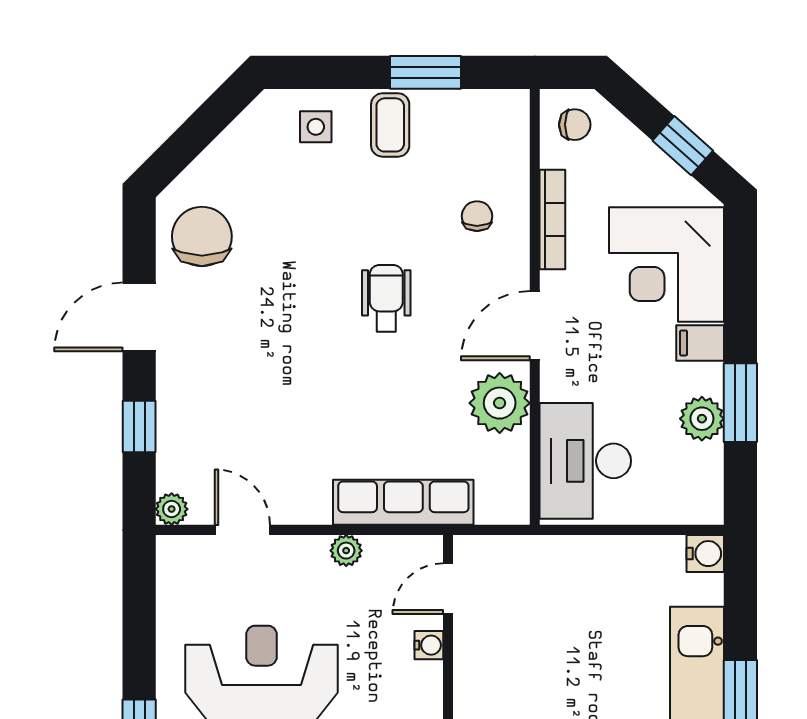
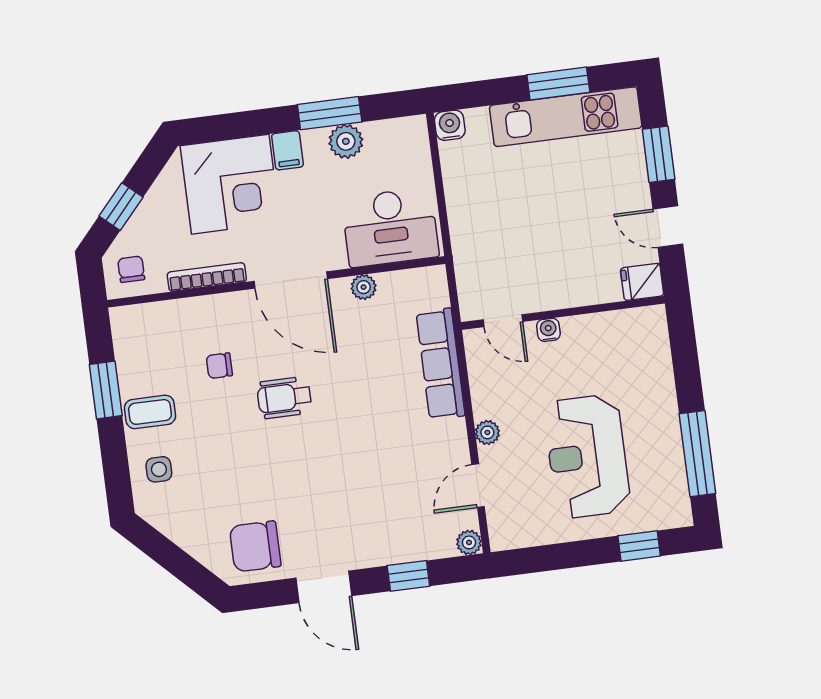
window: (683, 146) -> (121, 207), moved
chair: (477, 216) -> (219, 366), moved
door: (535, 326) -> (291, 280), width x1.36
plant: (500, 403) -> (364, 287), width x0.53, depth x0.53
plant: (346, 551) -> (487, 432), moved

